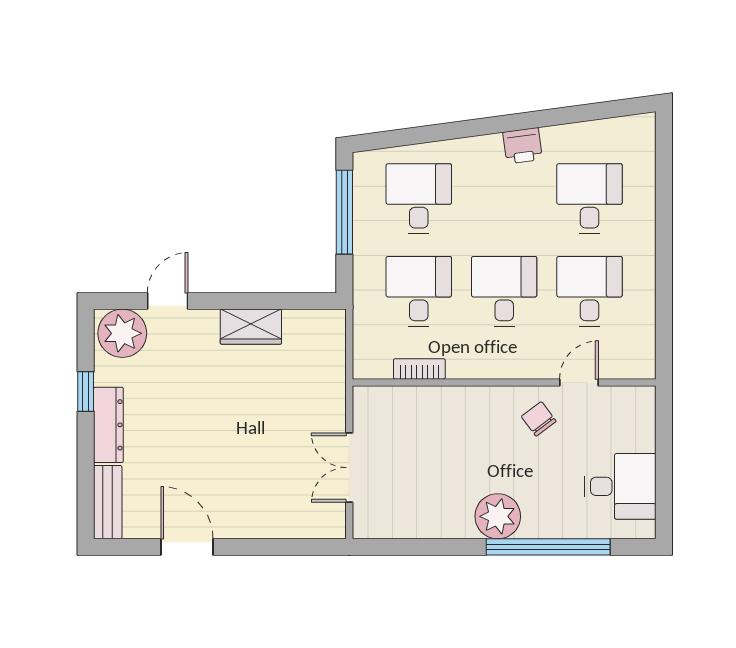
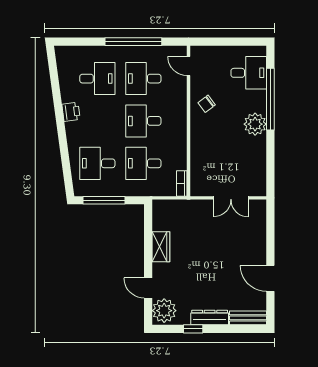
desk: (590, 199) -> (97, 79), turned 180
window: (664, 271) -> (133, 42), added
bookcase: (419, 369) -> (182, 183), moved
door: (579, 382) -> (189, 66), moved
desk: (620, 486) -> (249, 73), moved, turned 90
door: (187, 547) -> (270, 278), hinge flipped

